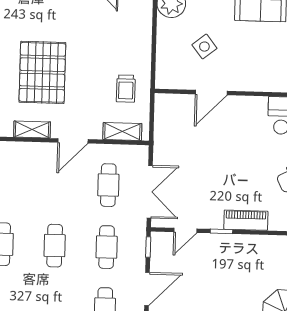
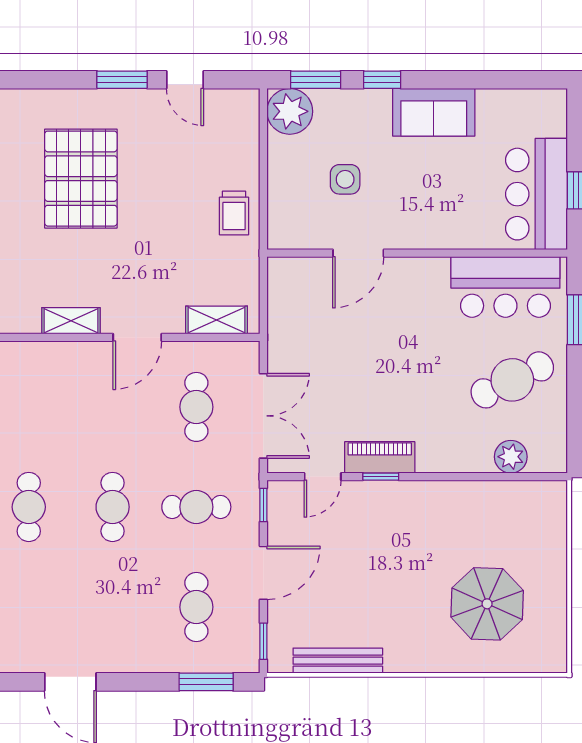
side table: (204, 47) -> (345, 179), turned 38
pallet: (42, 72) -> (81, 179), moved
trolley: (126, 89) -> (234, 213), moved
piano: (246, 220) -> (380, 457), moved
cafe table: (107, 247) -> (196, 507), turned 90

